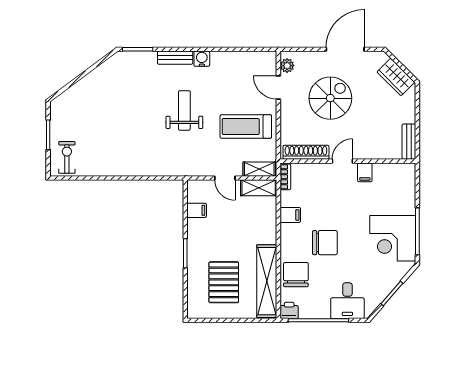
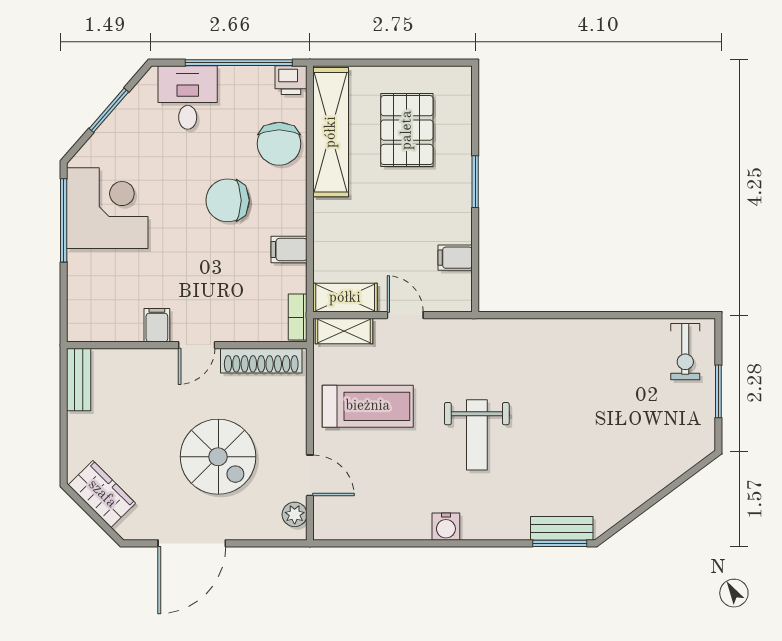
bench: (175, 58) -> (562, 528), moved
spiral stairs: (330, 98) -> (218, 457), turned -90

